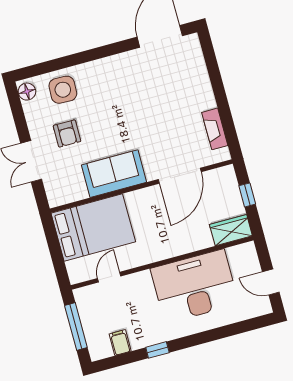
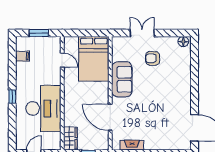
side table: (63, 90) -> (179, 63), removed
window: (76, 326) -> (39, 33), width x0.69
window: (157, 350) -> (12, 97), moved

